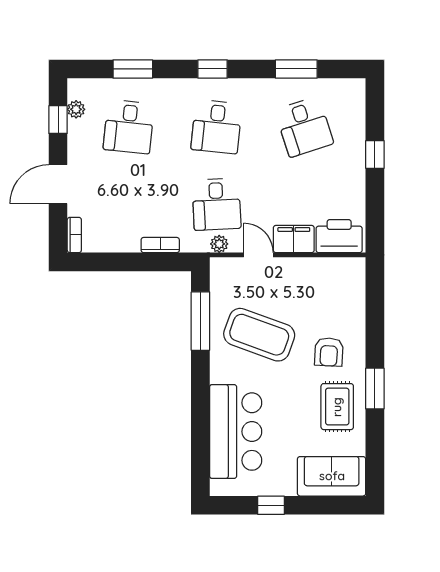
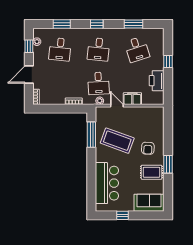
printer: (339, 236) -> (157, 81), moved, turned -90
rug: (337, 407) -> (151, 172), turned 90

